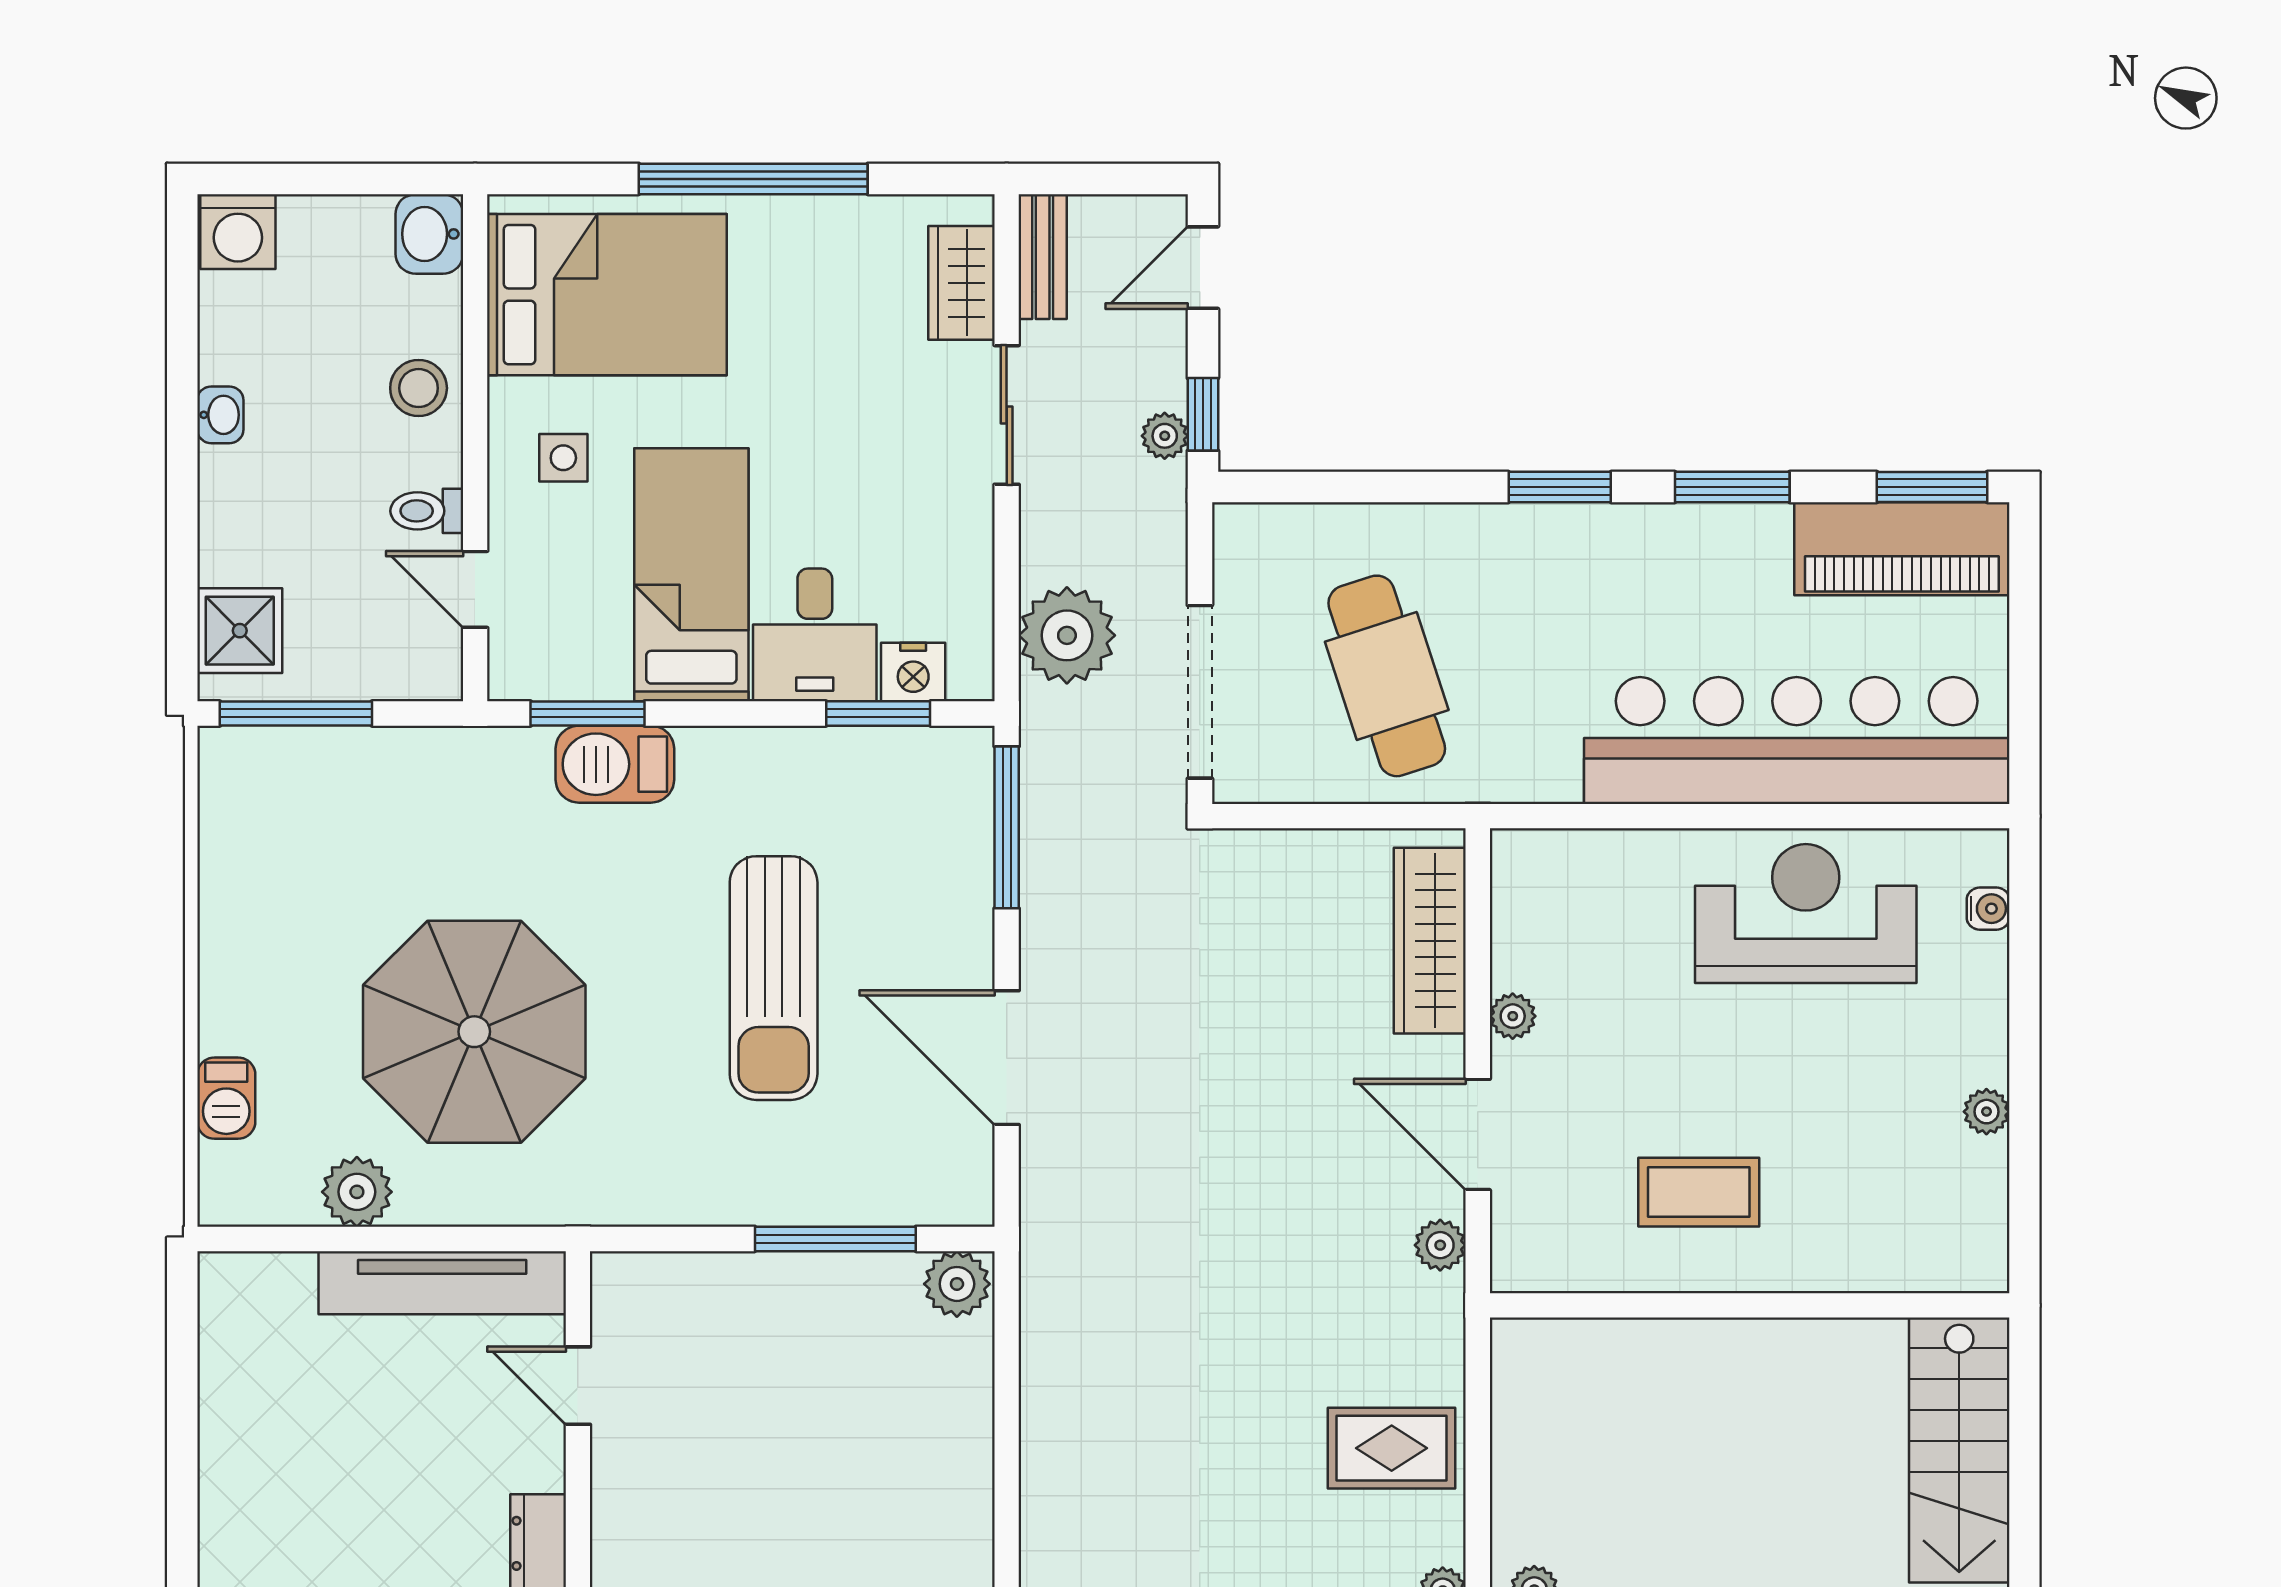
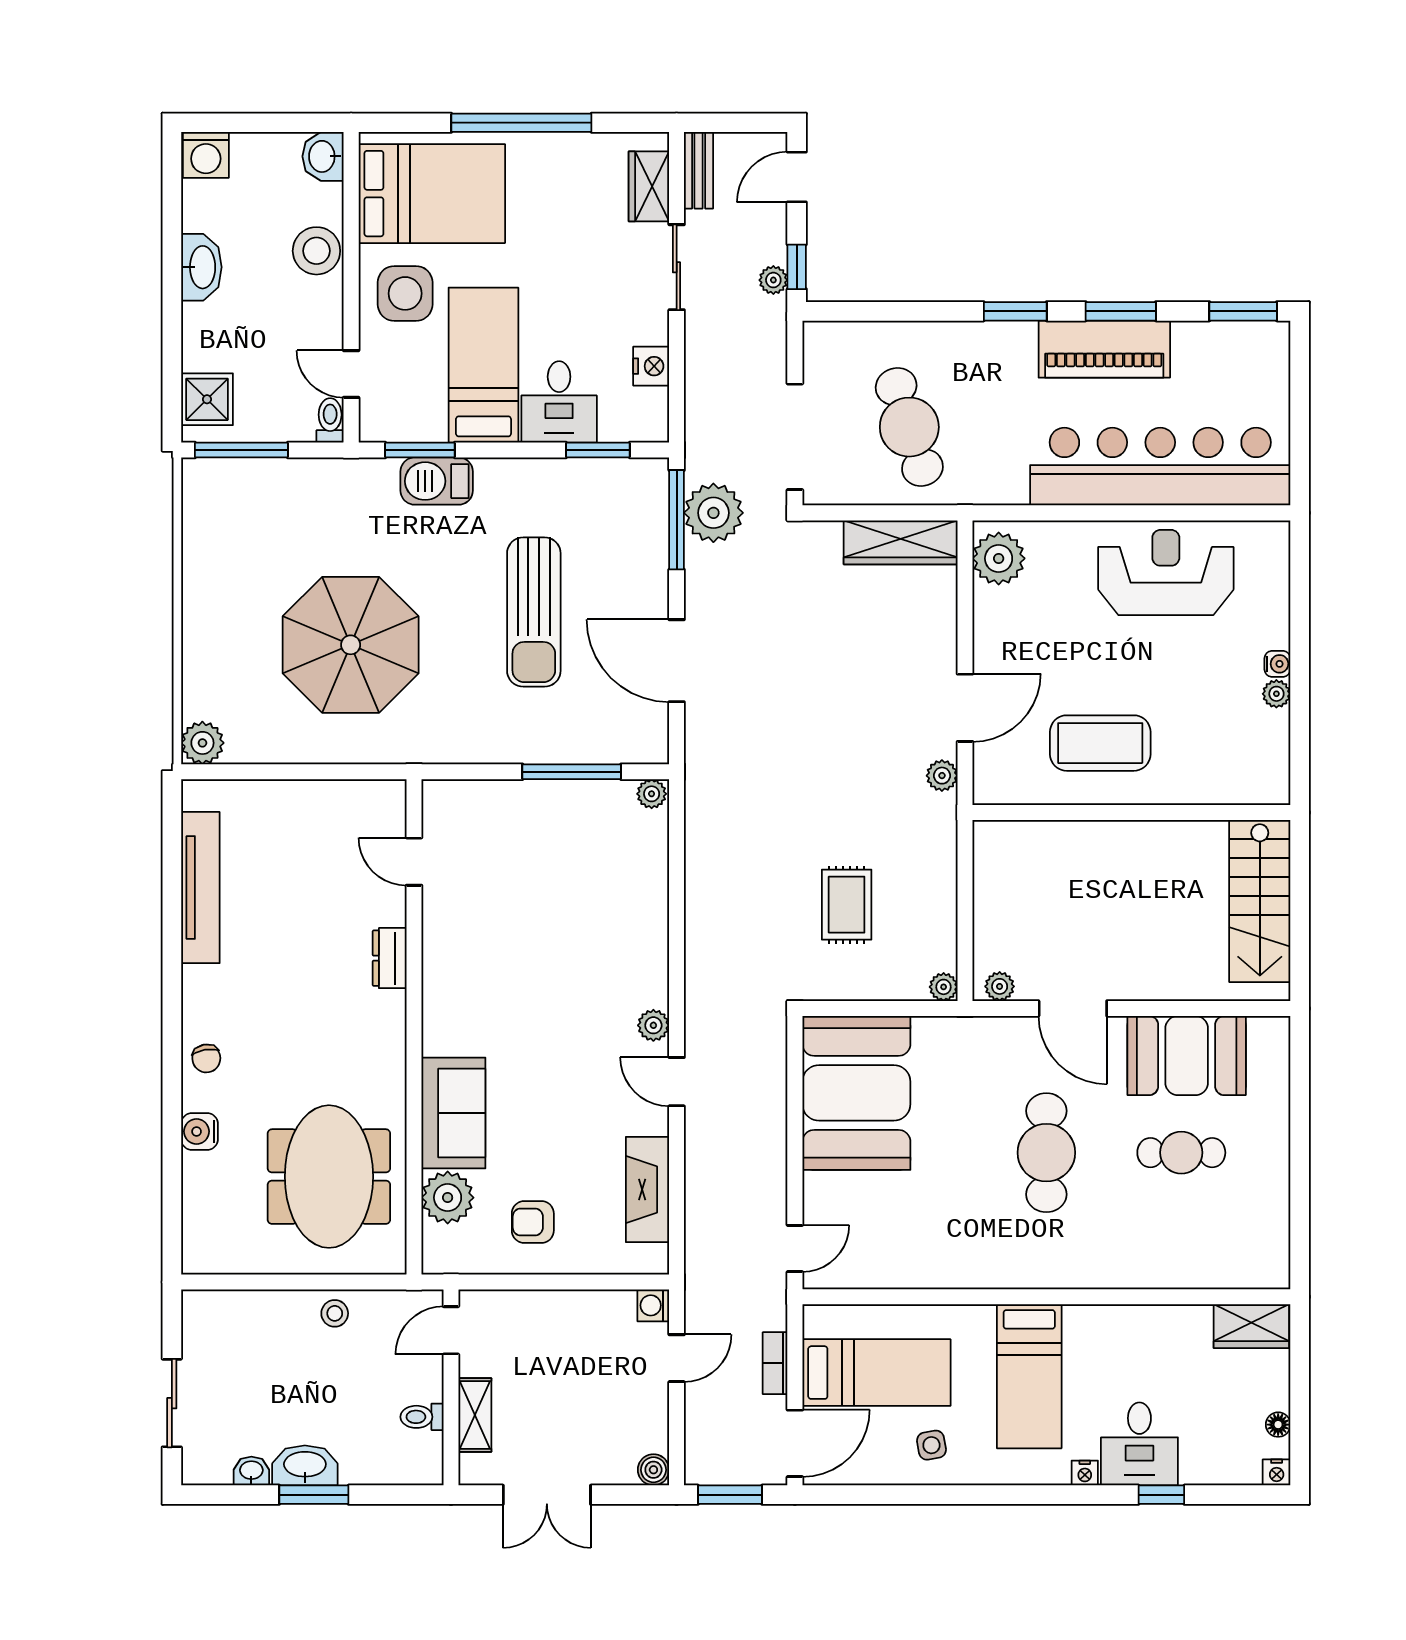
stool: (419, 388) -> (316, 251), width x1.38, depth x1.38
washbasin: (220, 415) -> (201, 267), width x1.91, depth x1.45
side table: (563, 458) -> (405, 293), width x1.87, depth x1.87
toilet: (427, 511) -> (330, 420), moved, turned 90
piano: (1902, 549) -> (1104, 349), moved
plant: (1067, 635) -> (713, 513), moved
nightstand: (913, 672) -> (651, 366), moved, turned -90
water cooler: (1988, 909) -> (1277, 664), moved
wardrobe: (1430, 941) -> (901, 542), moved, turned -90
plant: (1513, 1016) -> (999, 558), moved, width x1.87, depth x1.87
barbecue: (226, 1098) -> (199, 686), removed
door: (1478, 1134) -> (965, 708), swing flipped
plant: (357, 1192) -> (202, 743), moved
coffee table: (1699, 1192) -> (1100, 743), width x1.36, depth x1.32
tv unit: (442, 1283) -> (200, 888), moved, turned -90
plant: (957, 1284) -> (652, 794), width x0.73, depth x0.73
rug: (1392, 1448) -> (847, 905), moved, turned 90

